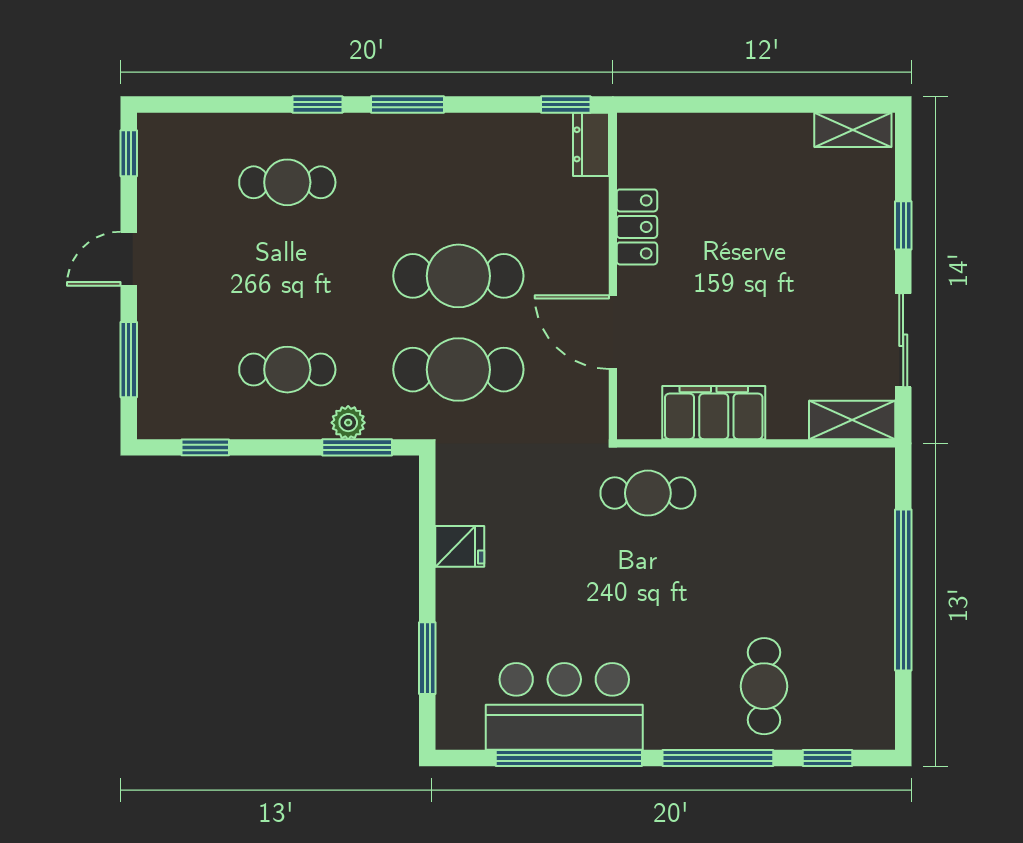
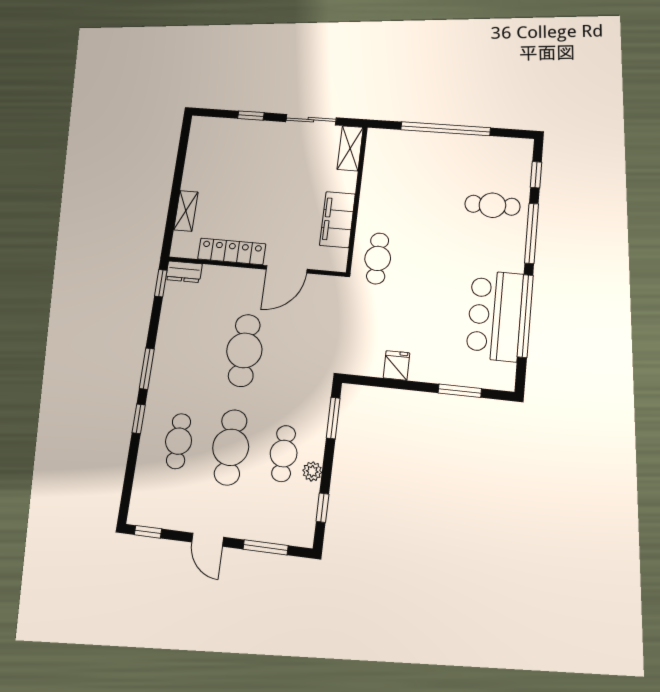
shelving: (853, 130) -> (186, 211), moved
locker: (637, 227) -> (232, 251), width x1.53
cafe table: (458, 370) -> (231, 447), moved
plant: (348, 423) -> (312, 471), moved

